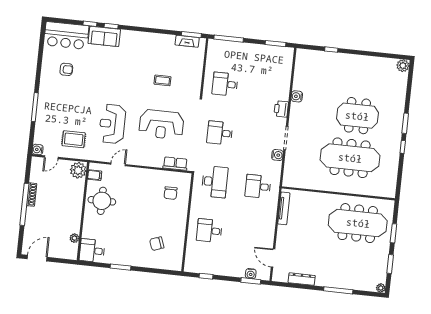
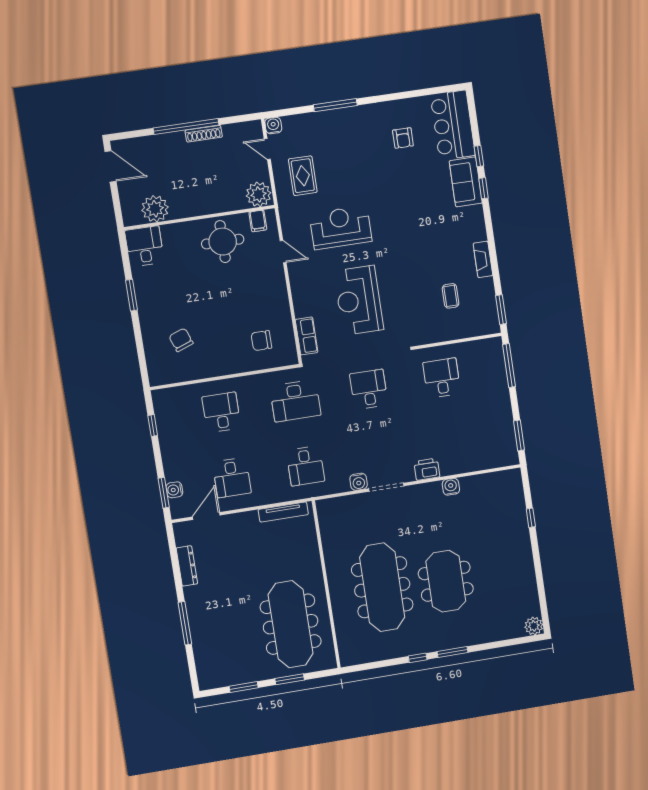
fireplace: (187, 41) -> (483, 259), moved
coffee table: (162, 80) -> (451, 296), moved
desk: (258, 186) -> (305, 466), turned 180
desk: (253, 235) -> (232, 478), added
plant: (74, 238) -> (155, 209), width x1.87, depth x1.87
plant: (381, 288) -> (205, 683), removed

